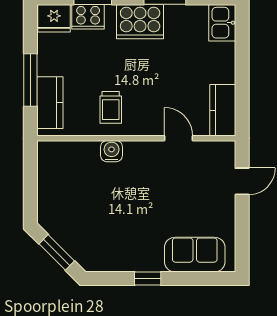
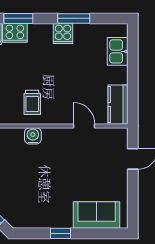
cooker: (140, 22) -> (63, 34), width x0.53, depth x0.76
kitchen sink: (222, 23) -> (118, 51), moved

